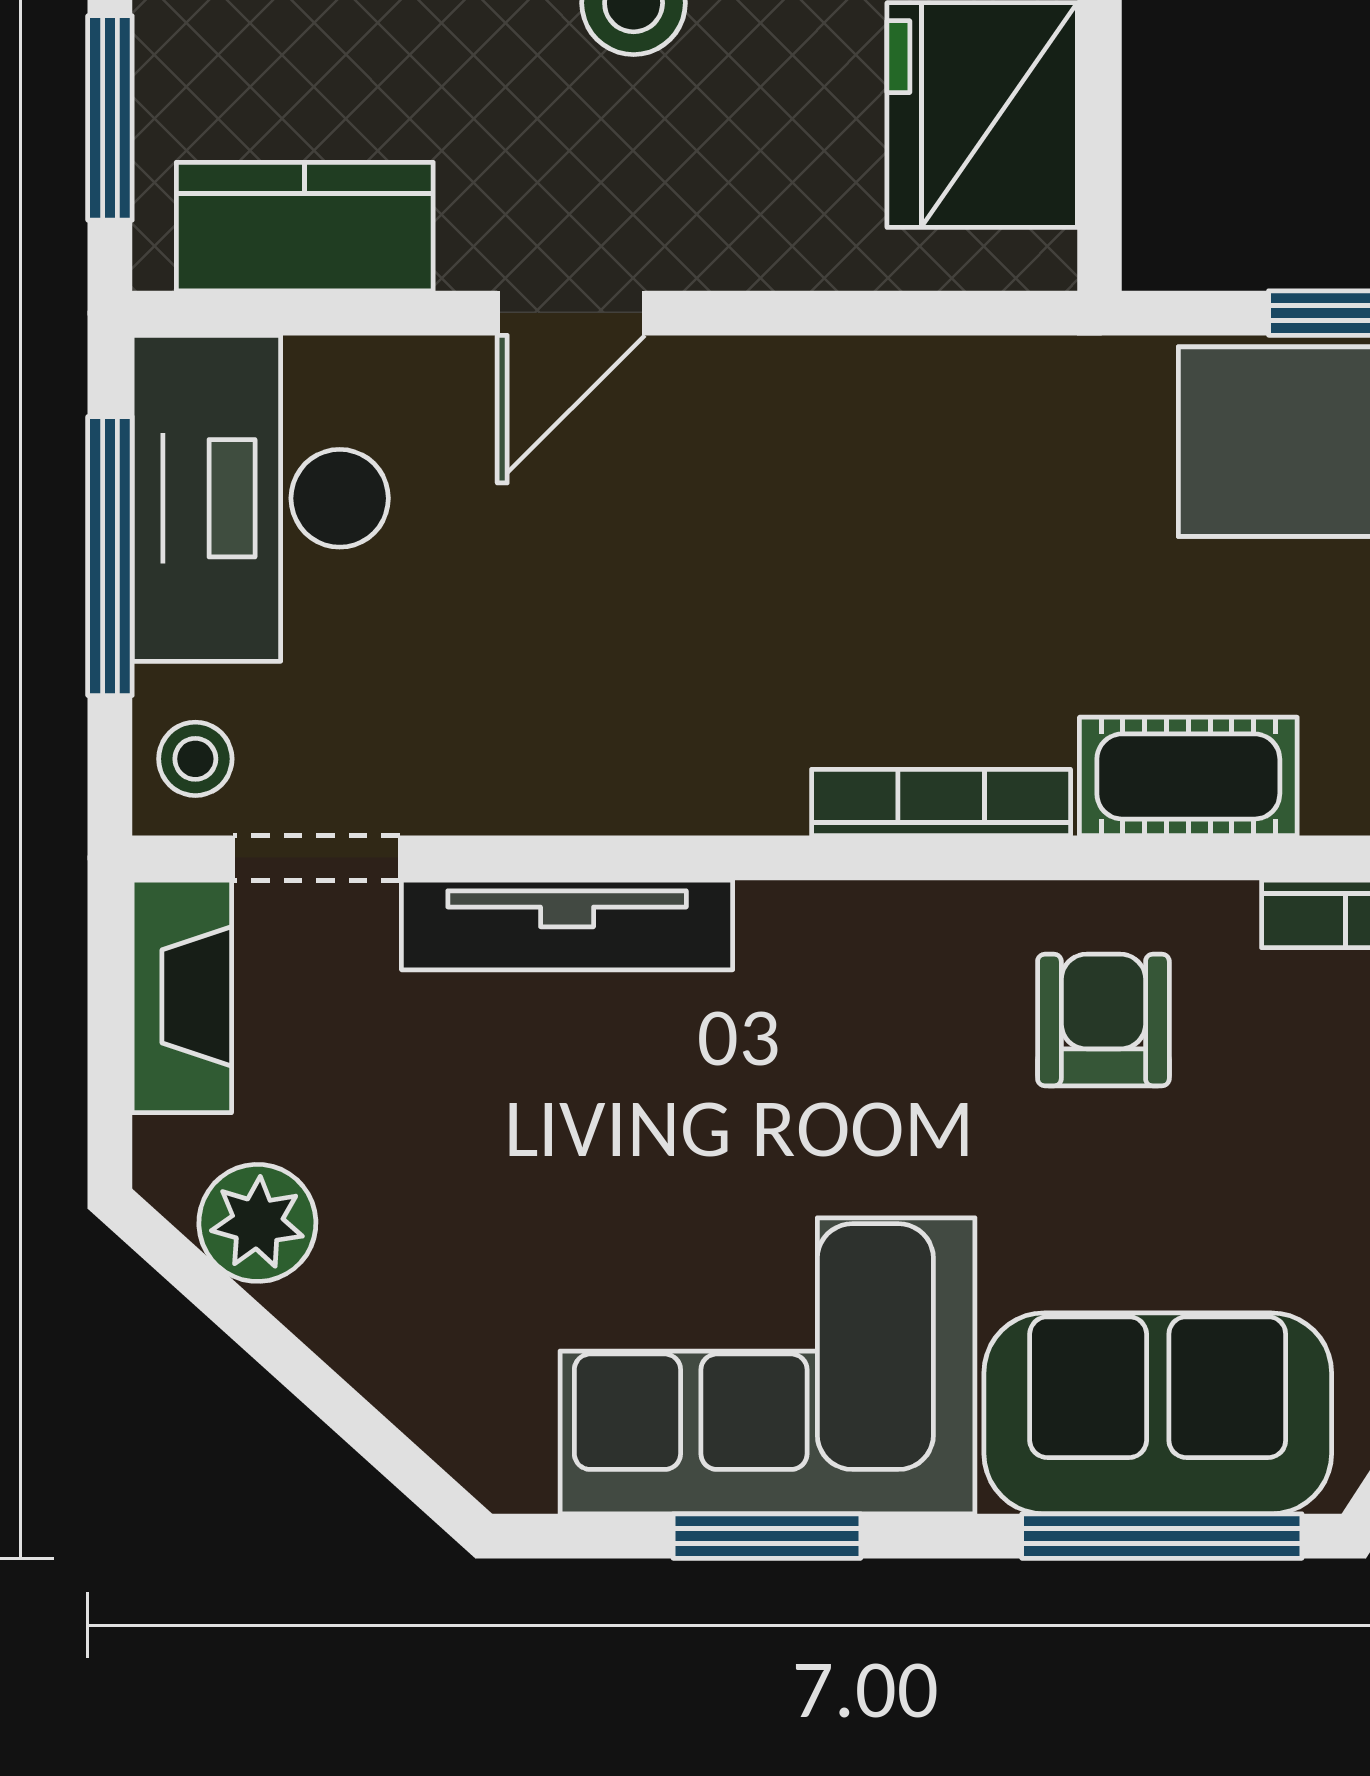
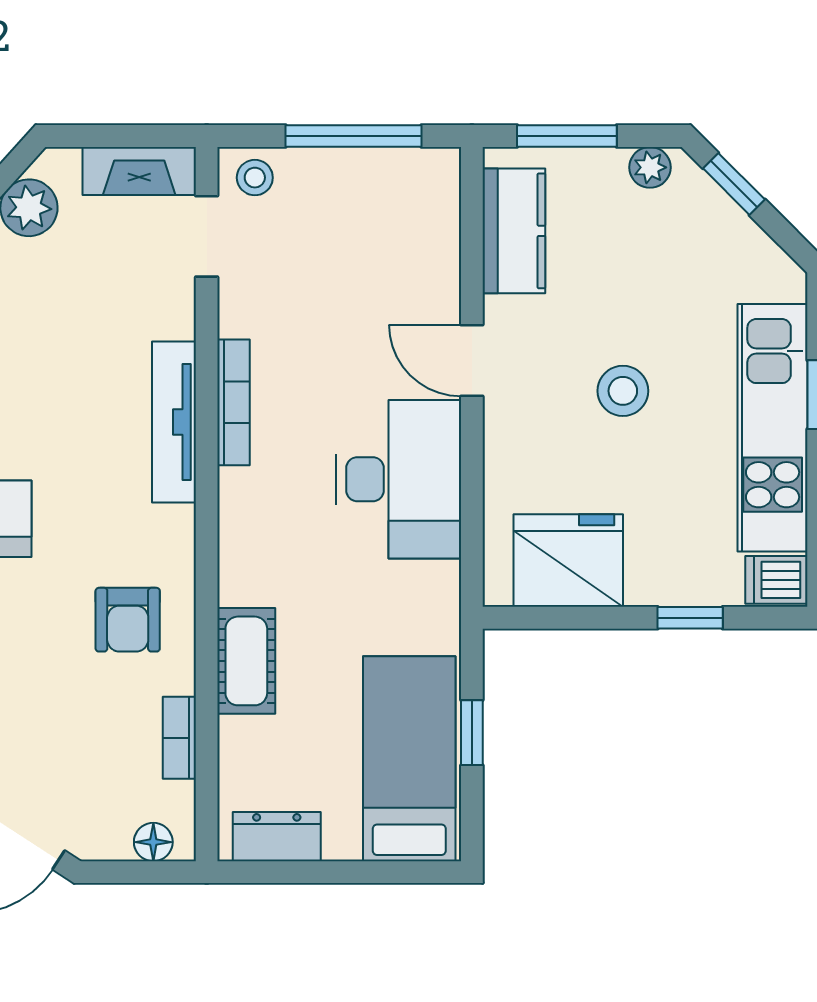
desk: (260, 498) -> (399, 479), moved, turned 90
bookcase: (941, 802) -> (234, 402), moved
tv unit: (567, 925) -> (174, 422), moved
armchair: (1103, 1020) -> (128, 620), turned 90

